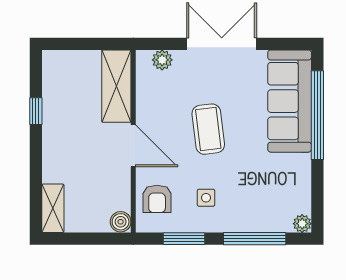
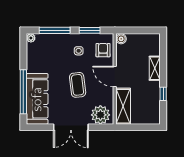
plant: (162, 60) -> (100, 115), width x1.88, depth x1.88
shelving: (53, 208) -> (155, 68), moved

